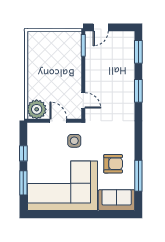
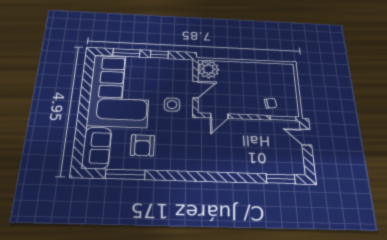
chair: (69, 55) -> (271, 103), added
window: (138, 91) -> (233, 177), removed

